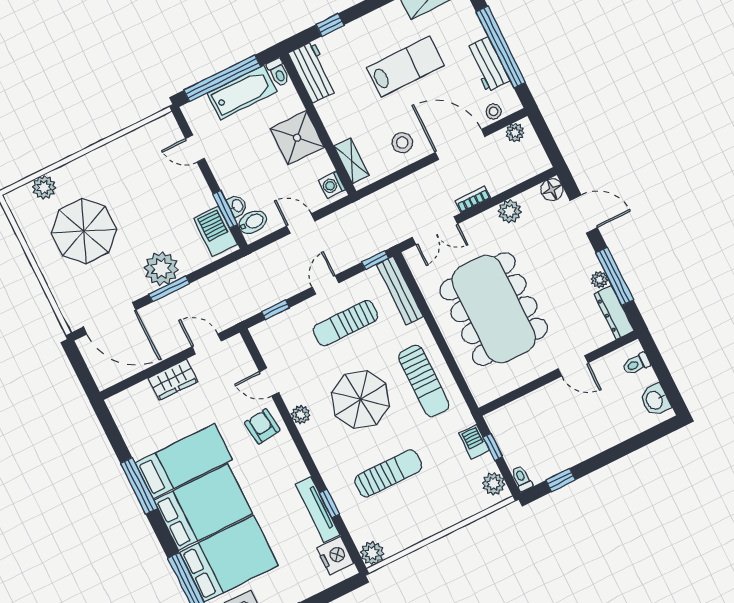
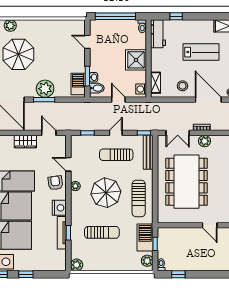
bathtub: (242, 92) -> (121, 27), removed
plant: (510, 211) -> (204, 141), moved
barbecue: (474, 442) -> (145, 237), width x1.88, depth x1.53
nightstand: (335, 556) -> (59, 208), moved

